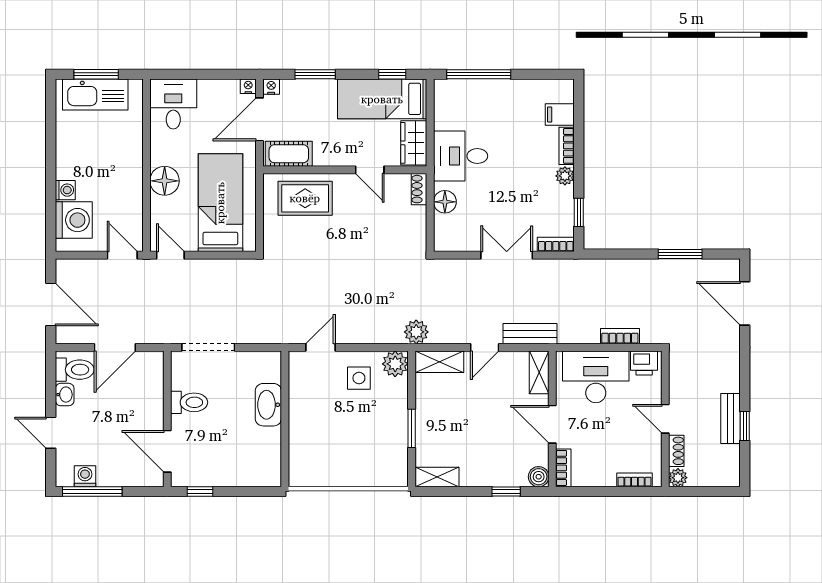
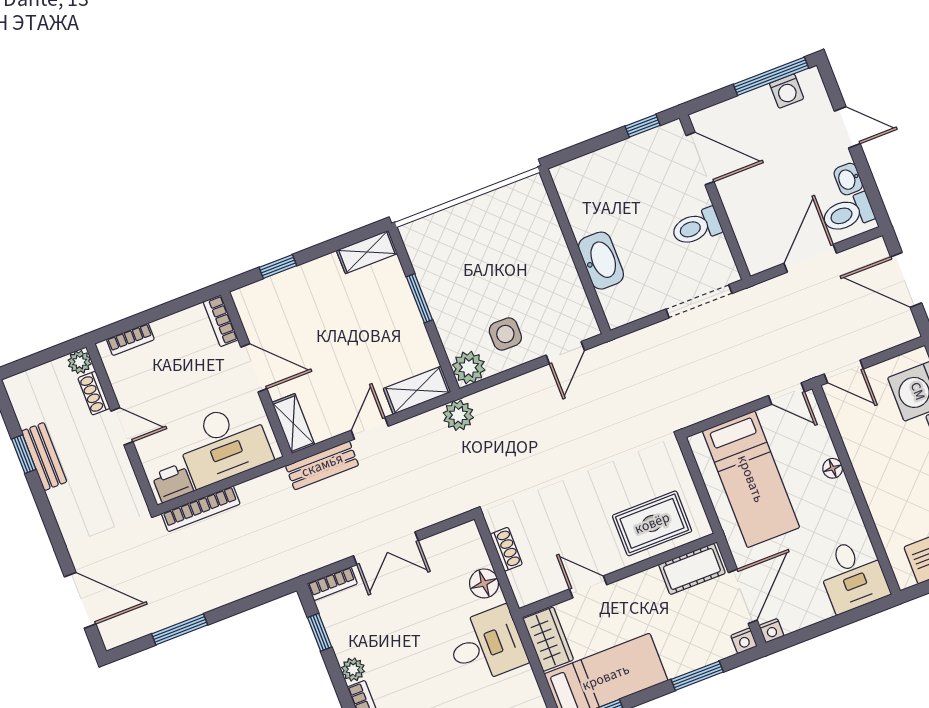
floor lamp: (165, 181) -> (833, 468), width x0.53, depth x0.53
shoe rack: (419, 189) -> (506, 549), moved
bookcase: (620, 336) -> (201, 509), width x1.56
boiler: (539, 477) -> (246, 299), removed

